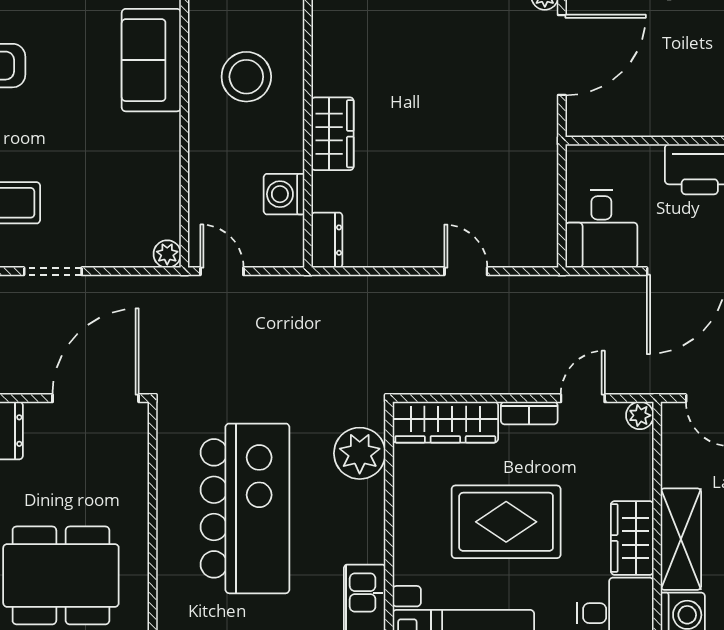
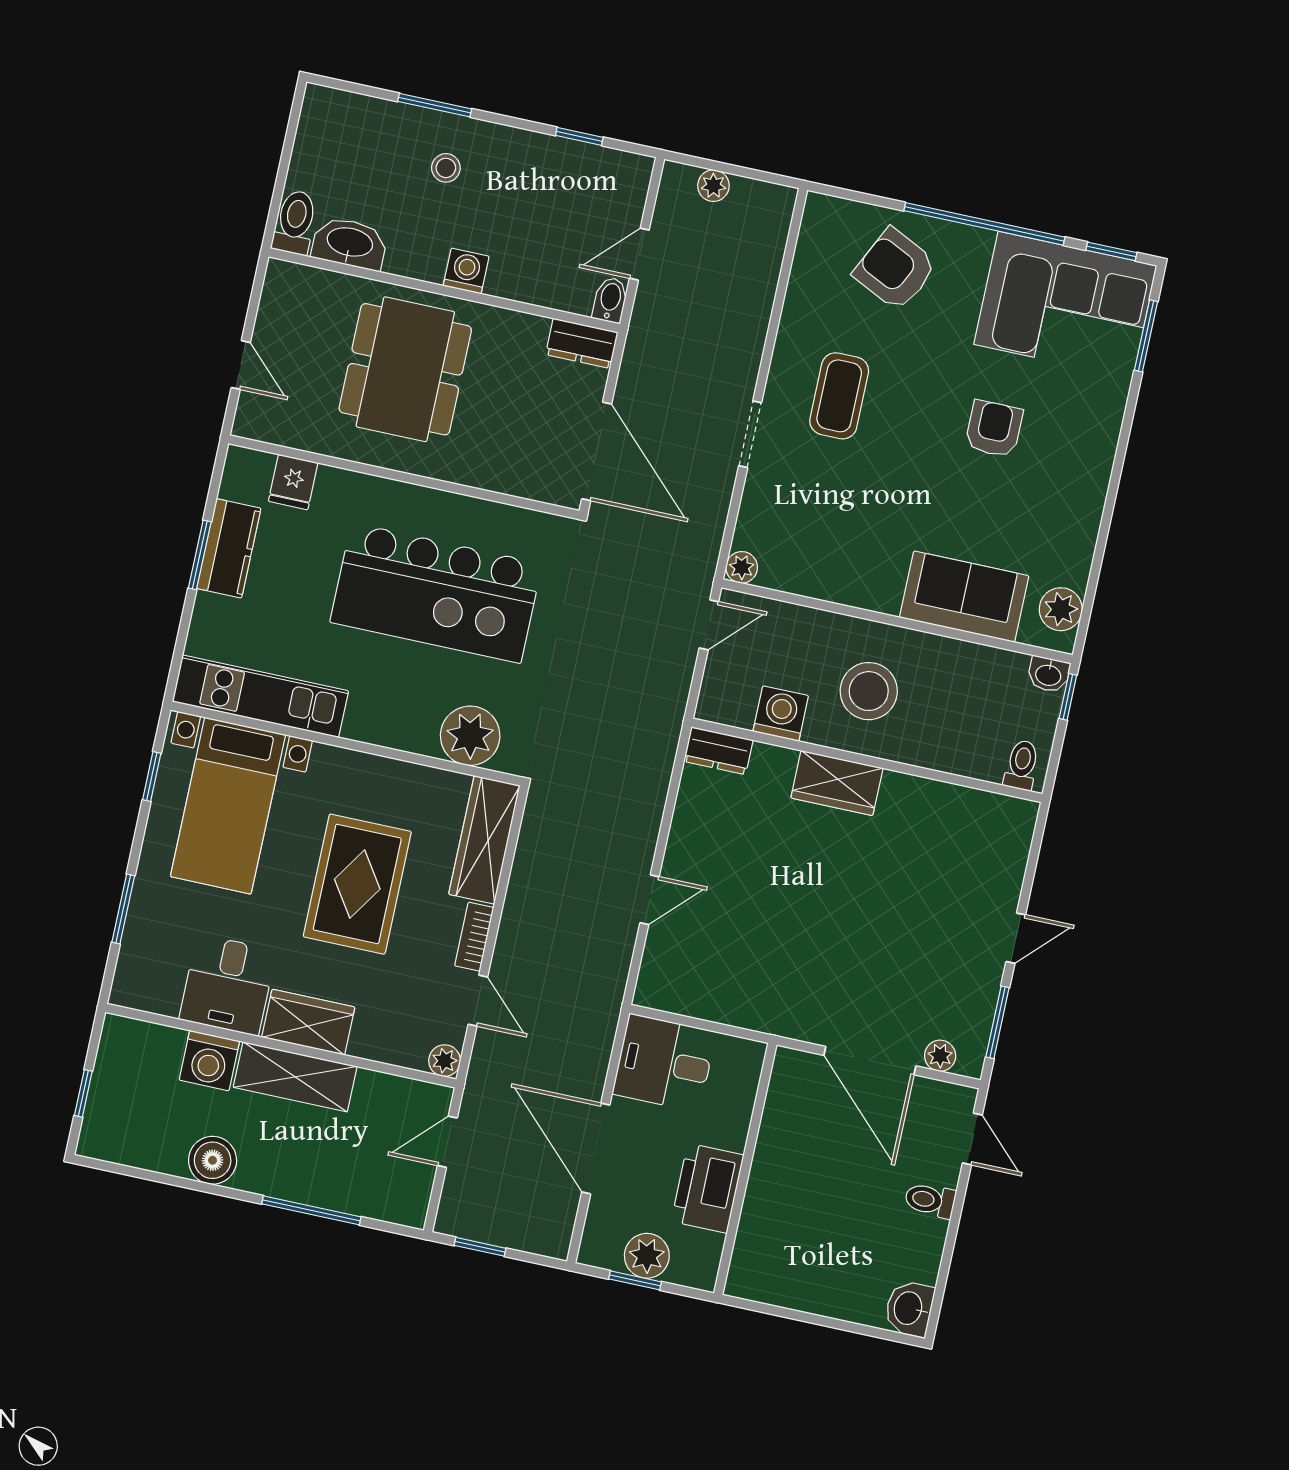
stool: (246, 77) -> (869, 691), moved

